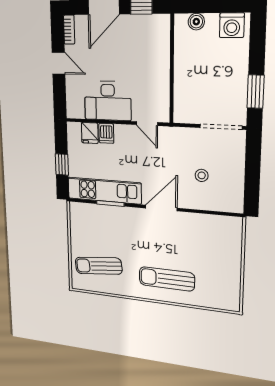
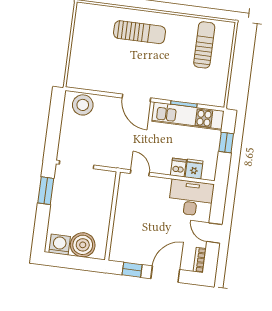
boiler: (196, 22) -> (83, 245), width x1.86, depth x1.86
desk: (108, 101) -> (191, 198), moved
stool: (202, 175) -> (83, 105), moved, width x1.89, depth x1.89
door: (161, 208) -> (136, 98), hinge flipped
sun lounger: (99, 266) -> (204, 45), turned -84

